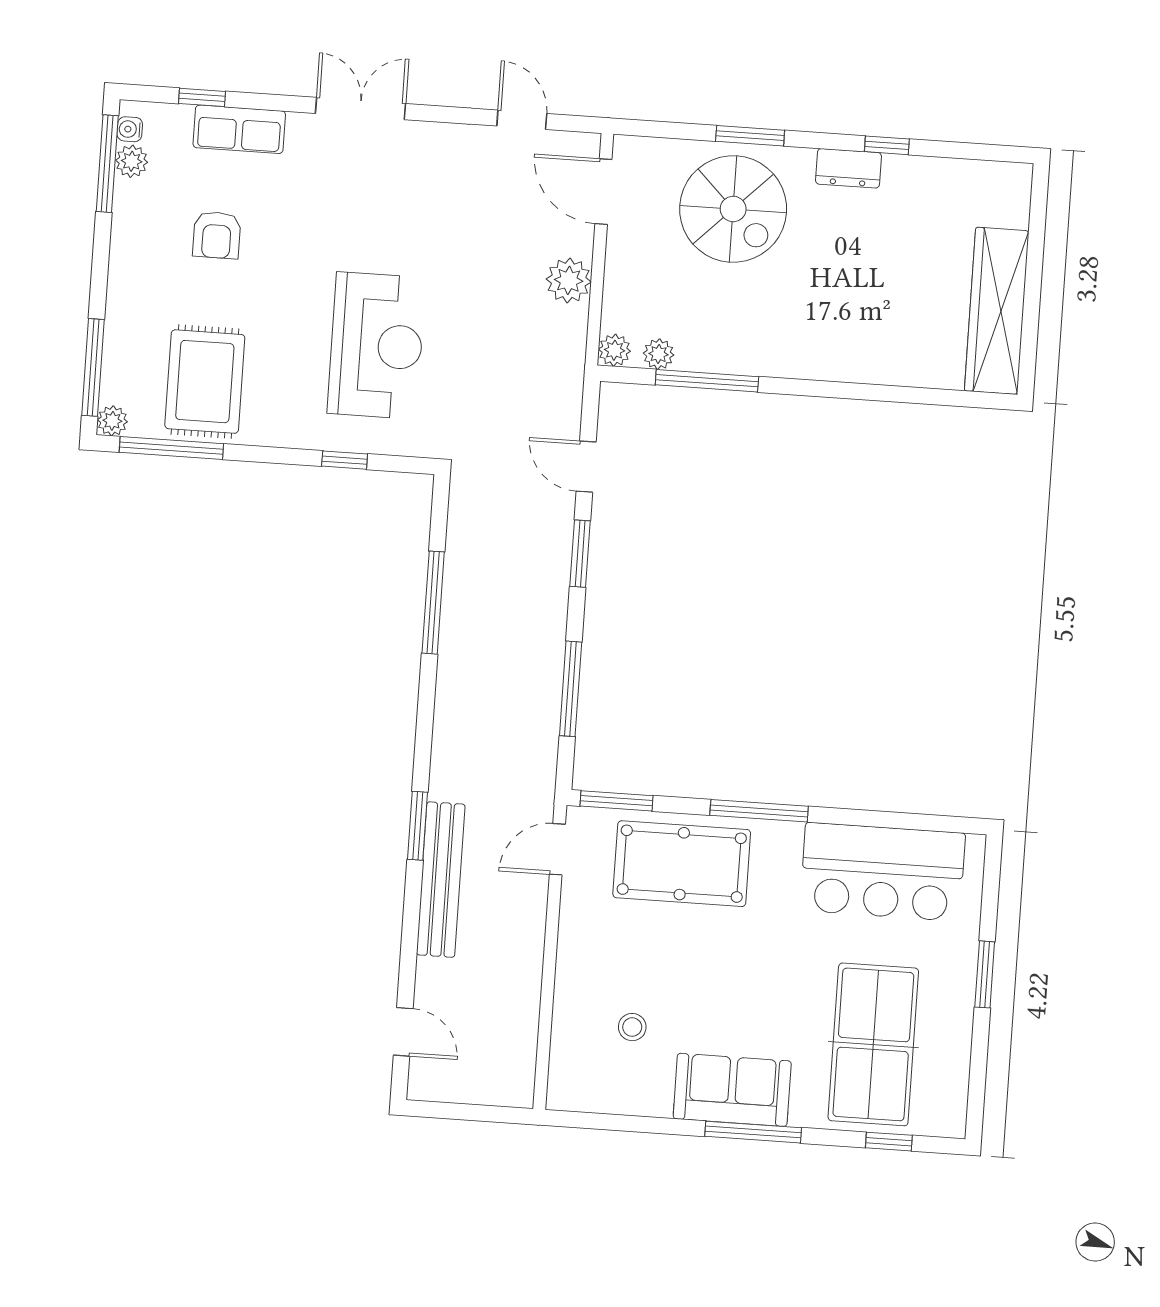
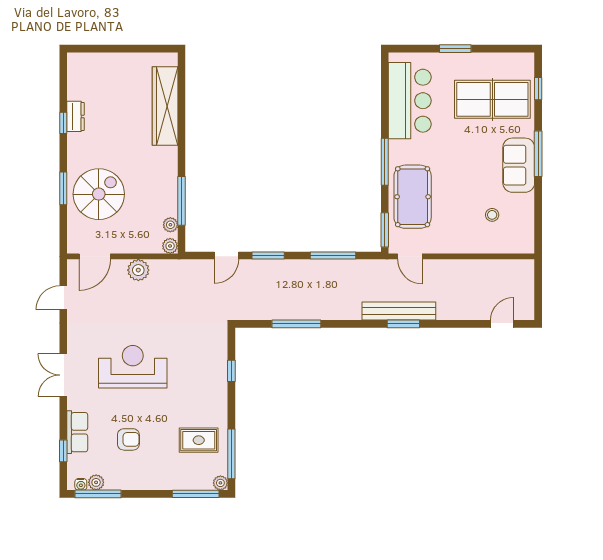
dresser: (848, 168) -> (76, 116), moved
wardrobe: (997, 311) -> (165, 106), moved, turned 90
reception desk: (376, 346) -> (133, 367), moved
rug: (205, 382) -> (199, 440), width x0.73, depth x0.70
bench: (441, 880) -> (399, 311), moved

